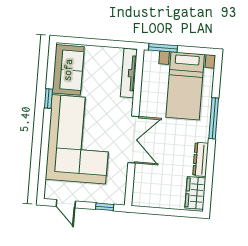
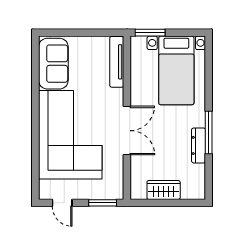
window: (48, 98) -> (35, 95), removed
window: (214, 118) -> (209, 133), moved
wardrobe: (195, 193) -> (164, 190), moved, turned 90
window: (105, 207) -> (103, 203), width x1.50

